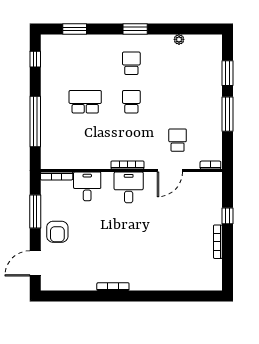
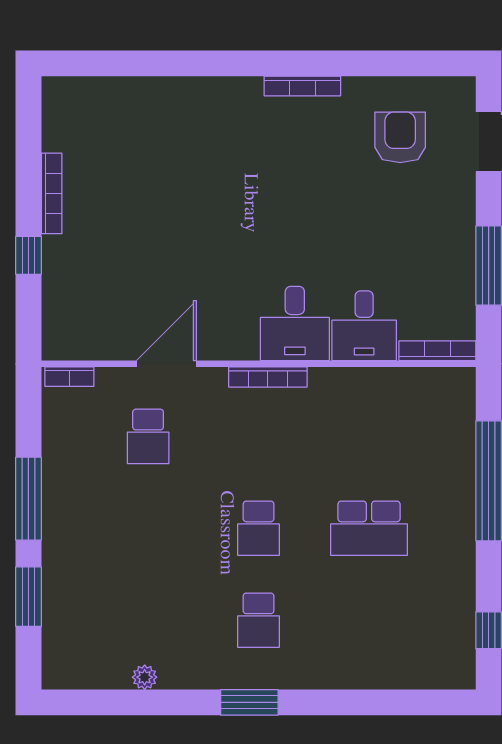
window: (75, 29) -> (394, 702), removed
desk: (129, 187) -> (295, 323), moved
armchair: (57, 232) -> (400, 137), moved

